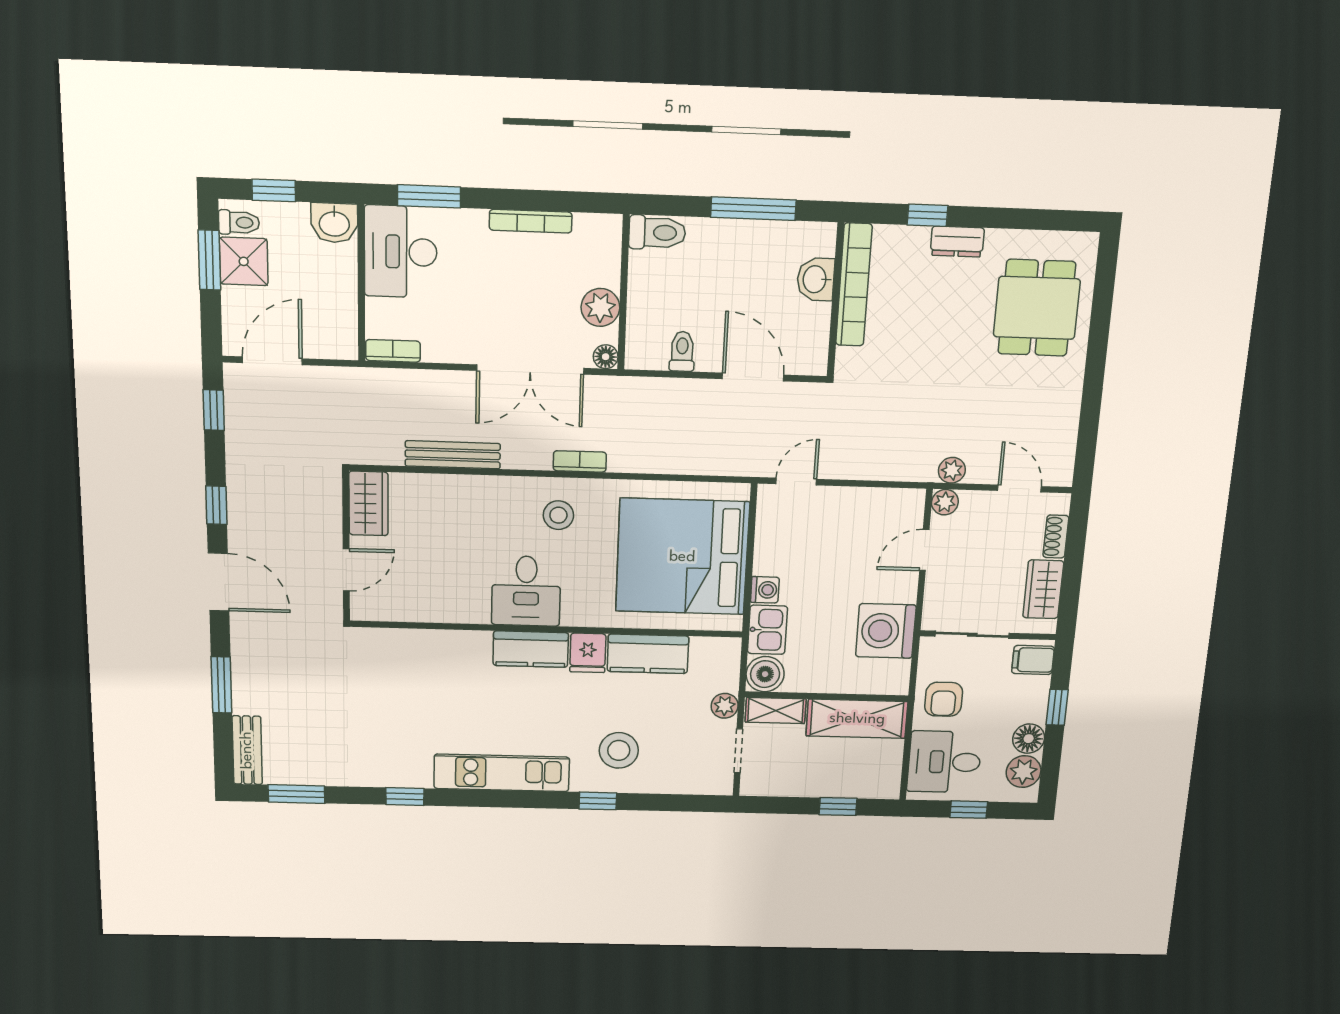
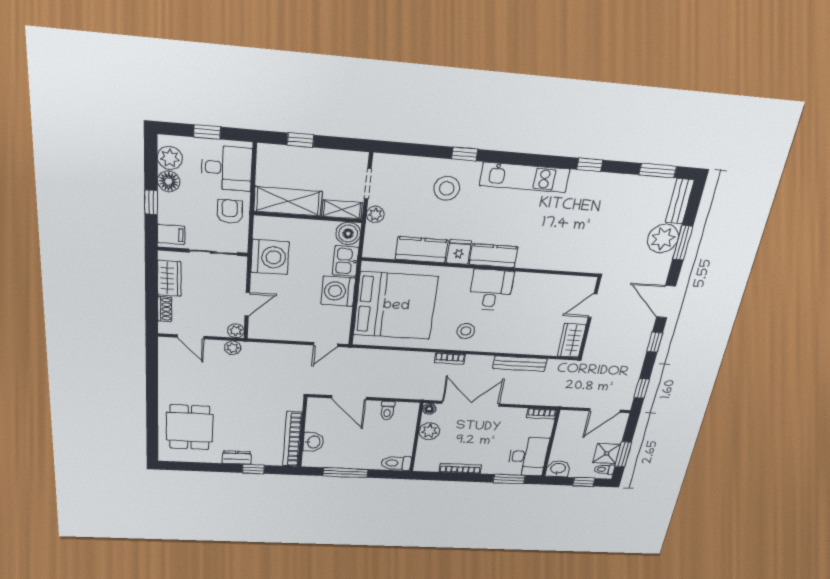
washing machine: (765, 590) -> (338, 291), width x1.89, depth x1.89
plant: (257, 690) -> (663, 238), added

